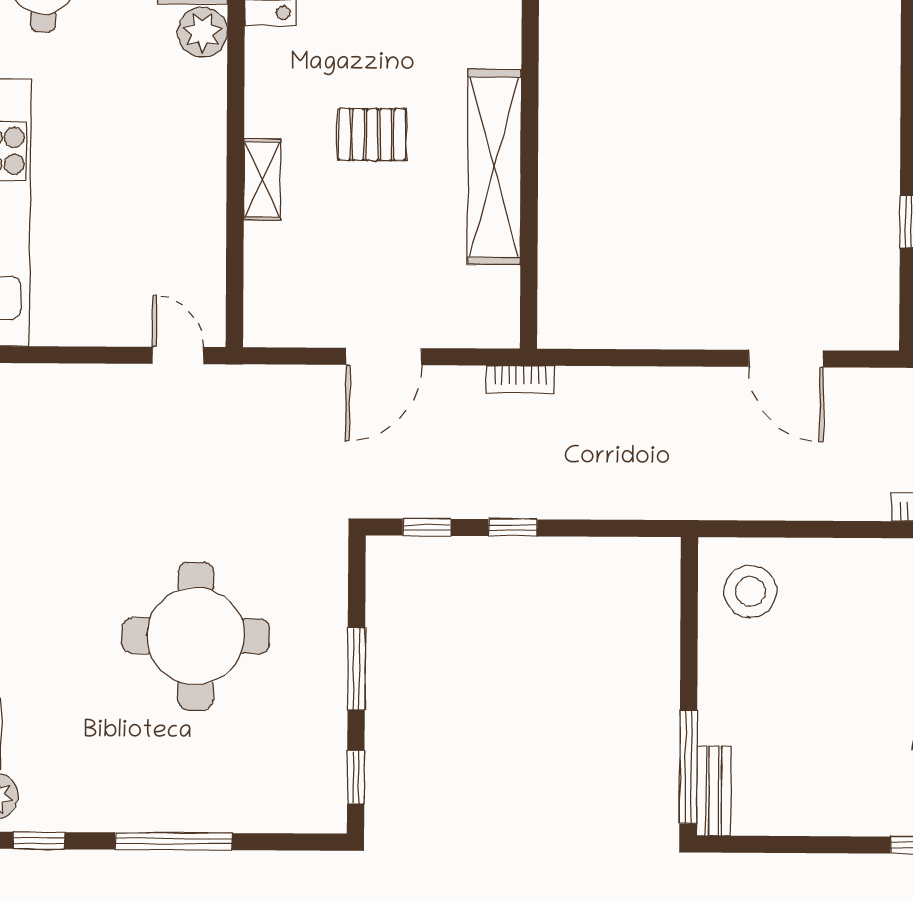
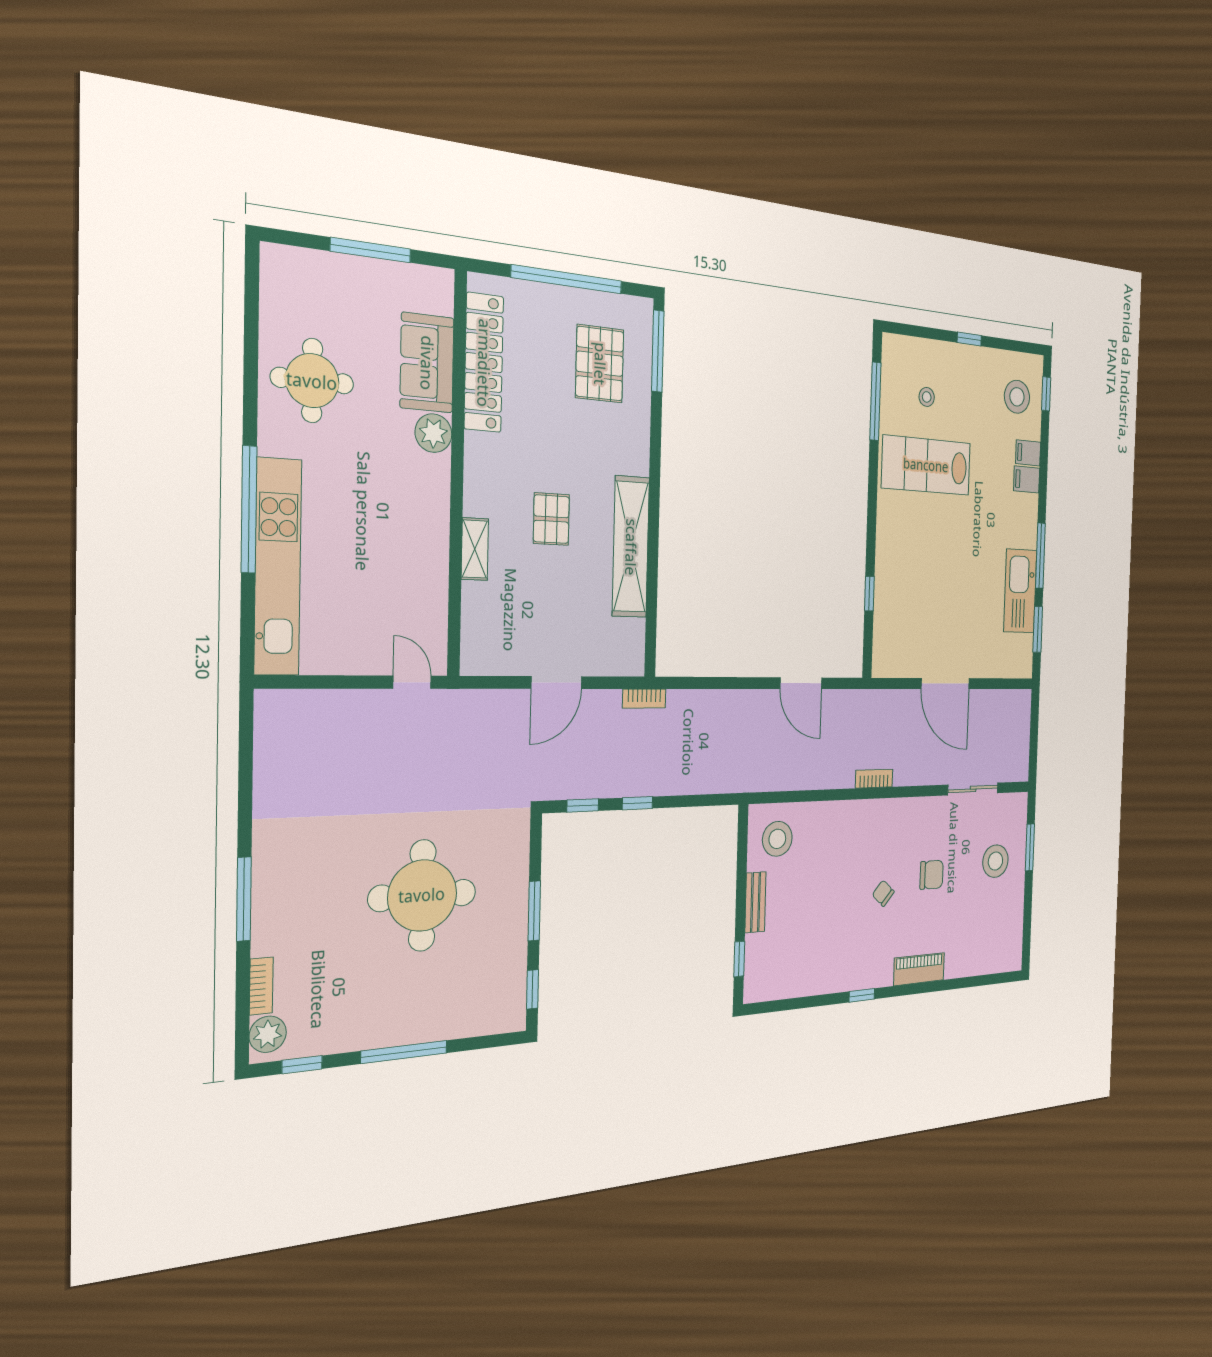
pallet: (372, 135) -> (551, 519), turned 90
window: (688, 767) -> (739, 959), width x0.46
bench: (714, 791) -> (755, 902), moved

